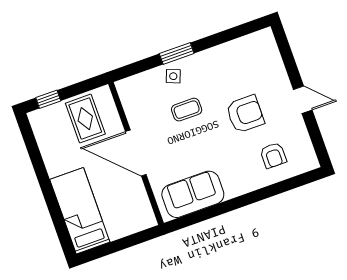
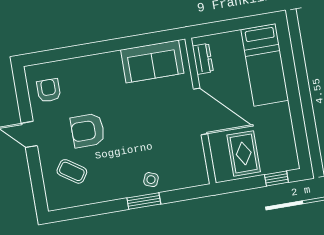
coffee table: (187, 110) -> (72, 171), moved, turned 34
armchair: (273, 155) -> (49, 90), moved
dresser: (143, 206) -> (203, 59), added

